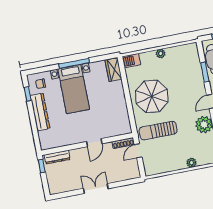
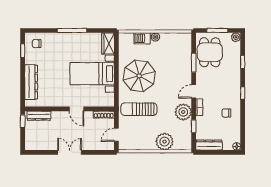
barbecue: (131, 61) -> (142, 38), moved
bed with nightstands: (74, 89) -> (92, 74), moved, turned 90
dresser: (40, 112) -> (31, 82), moved
door: (94, 143) -> (77, 109), hinge flipped
door: (138, 151) -> (116, 135), moved
plant: (192, 163) -> (164, 142), width x1.88, depth x1.88

